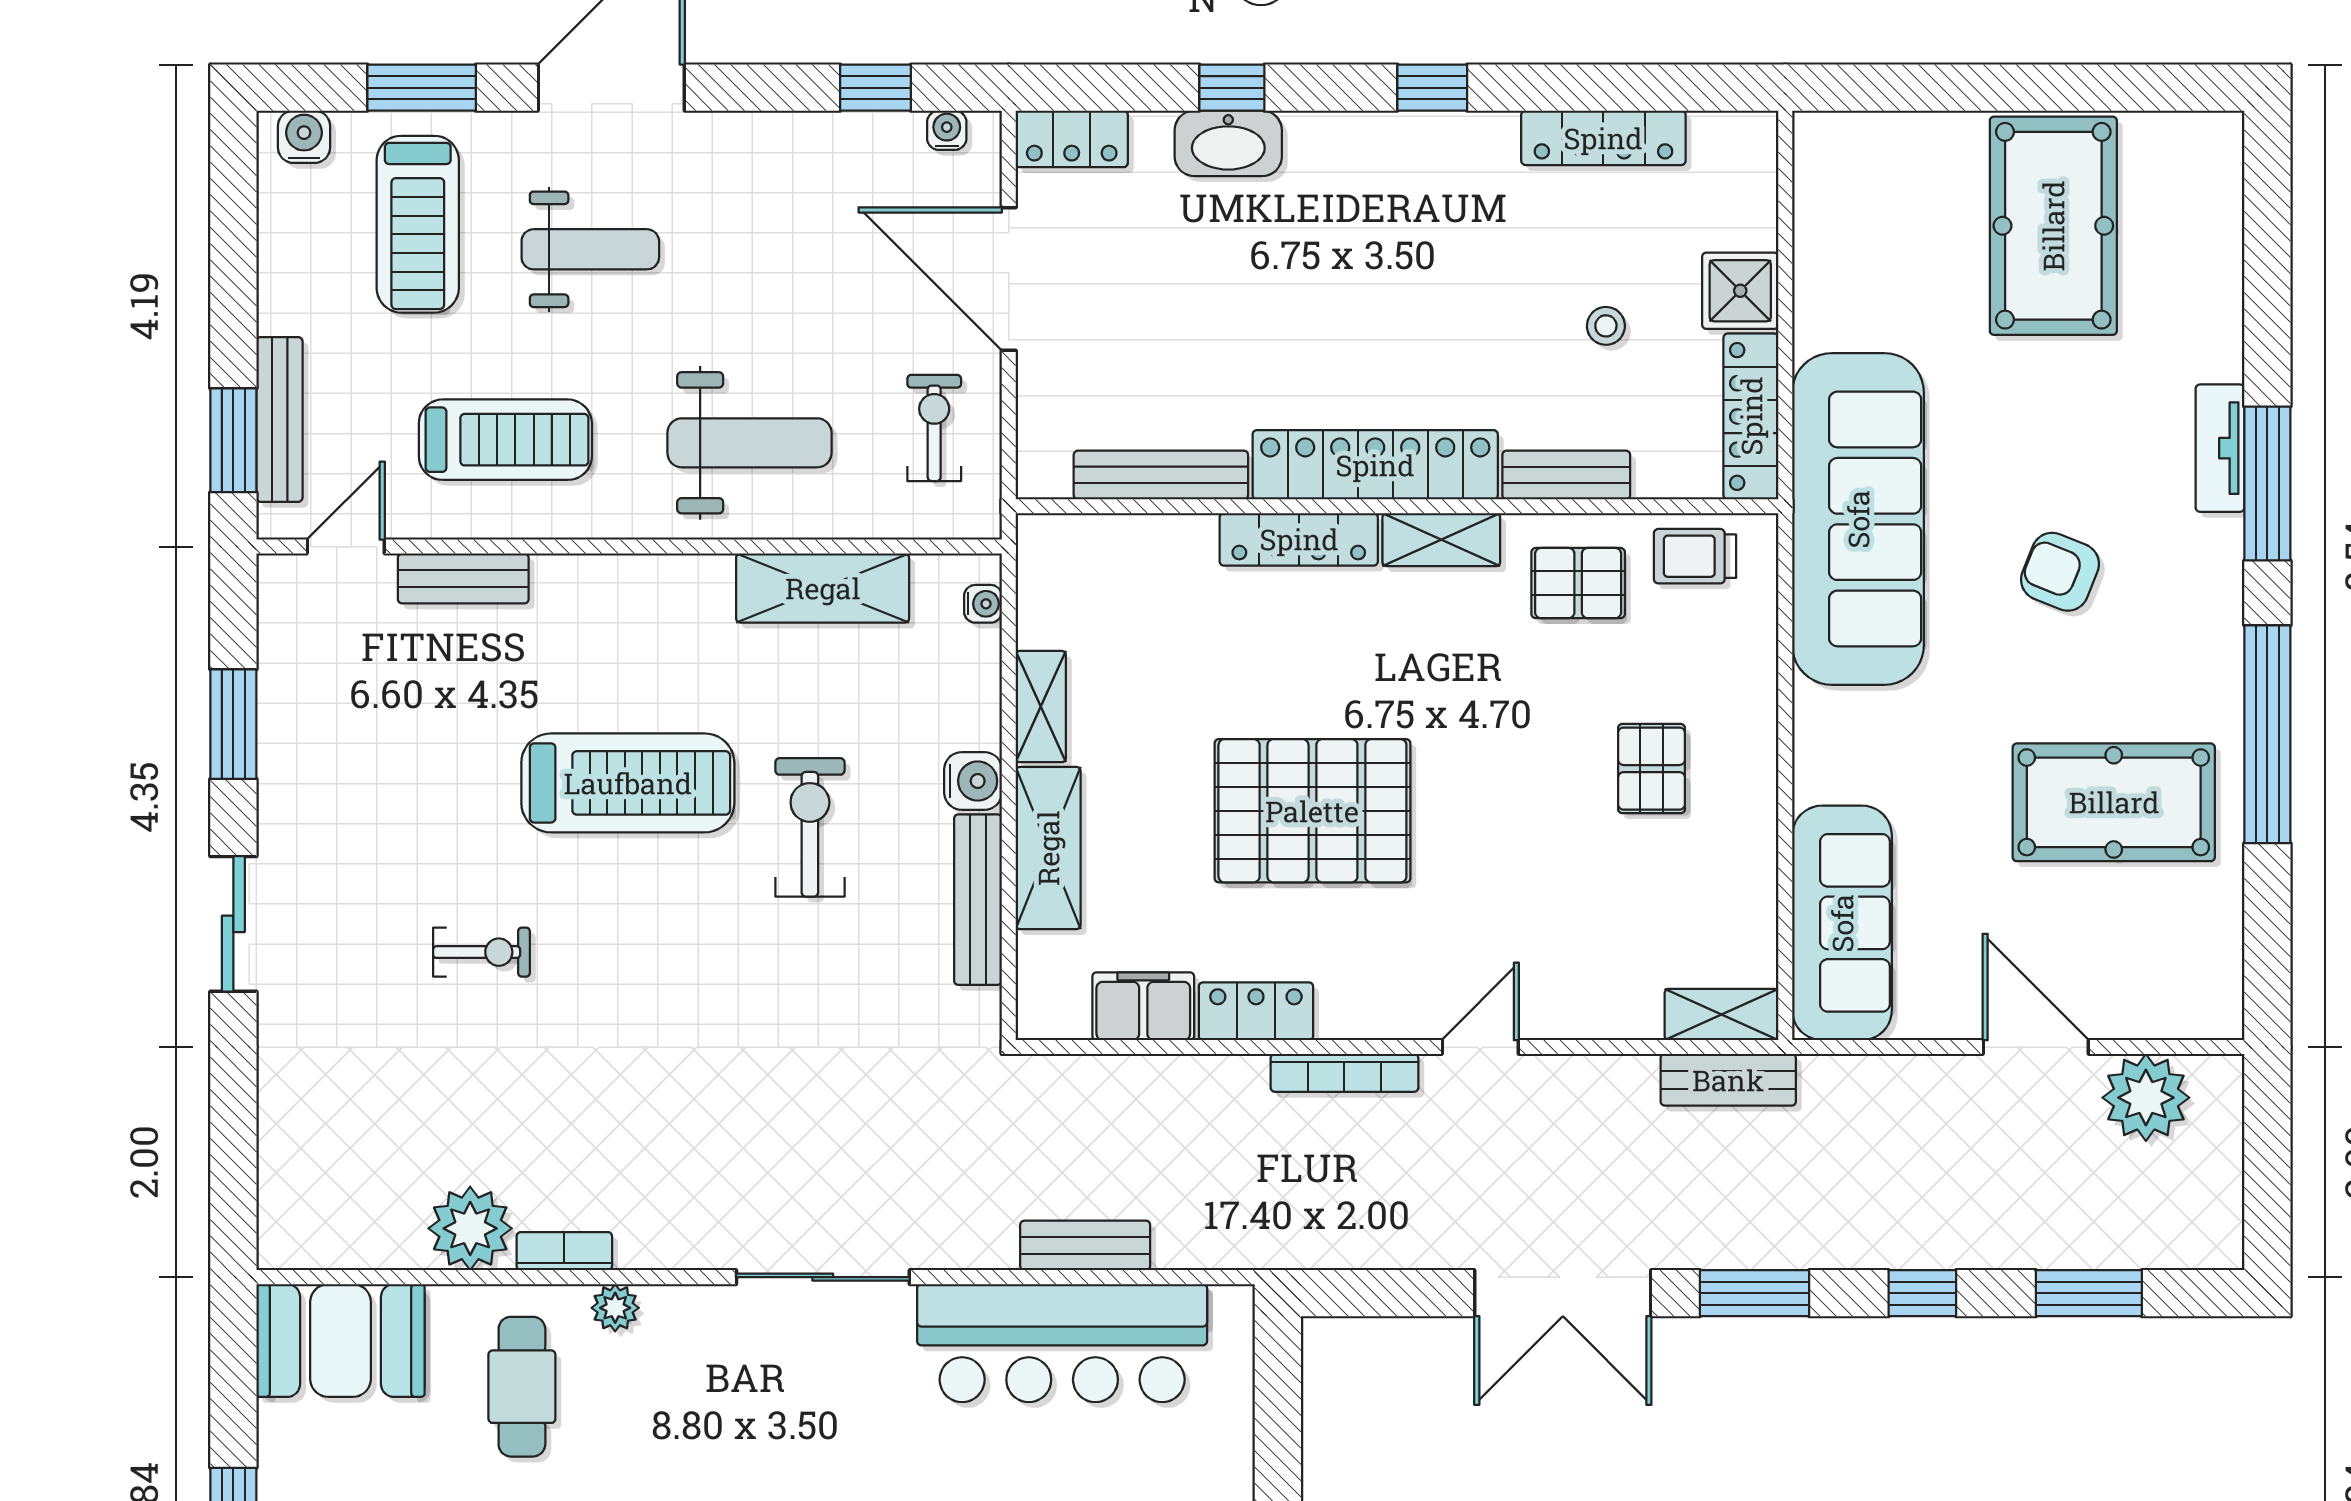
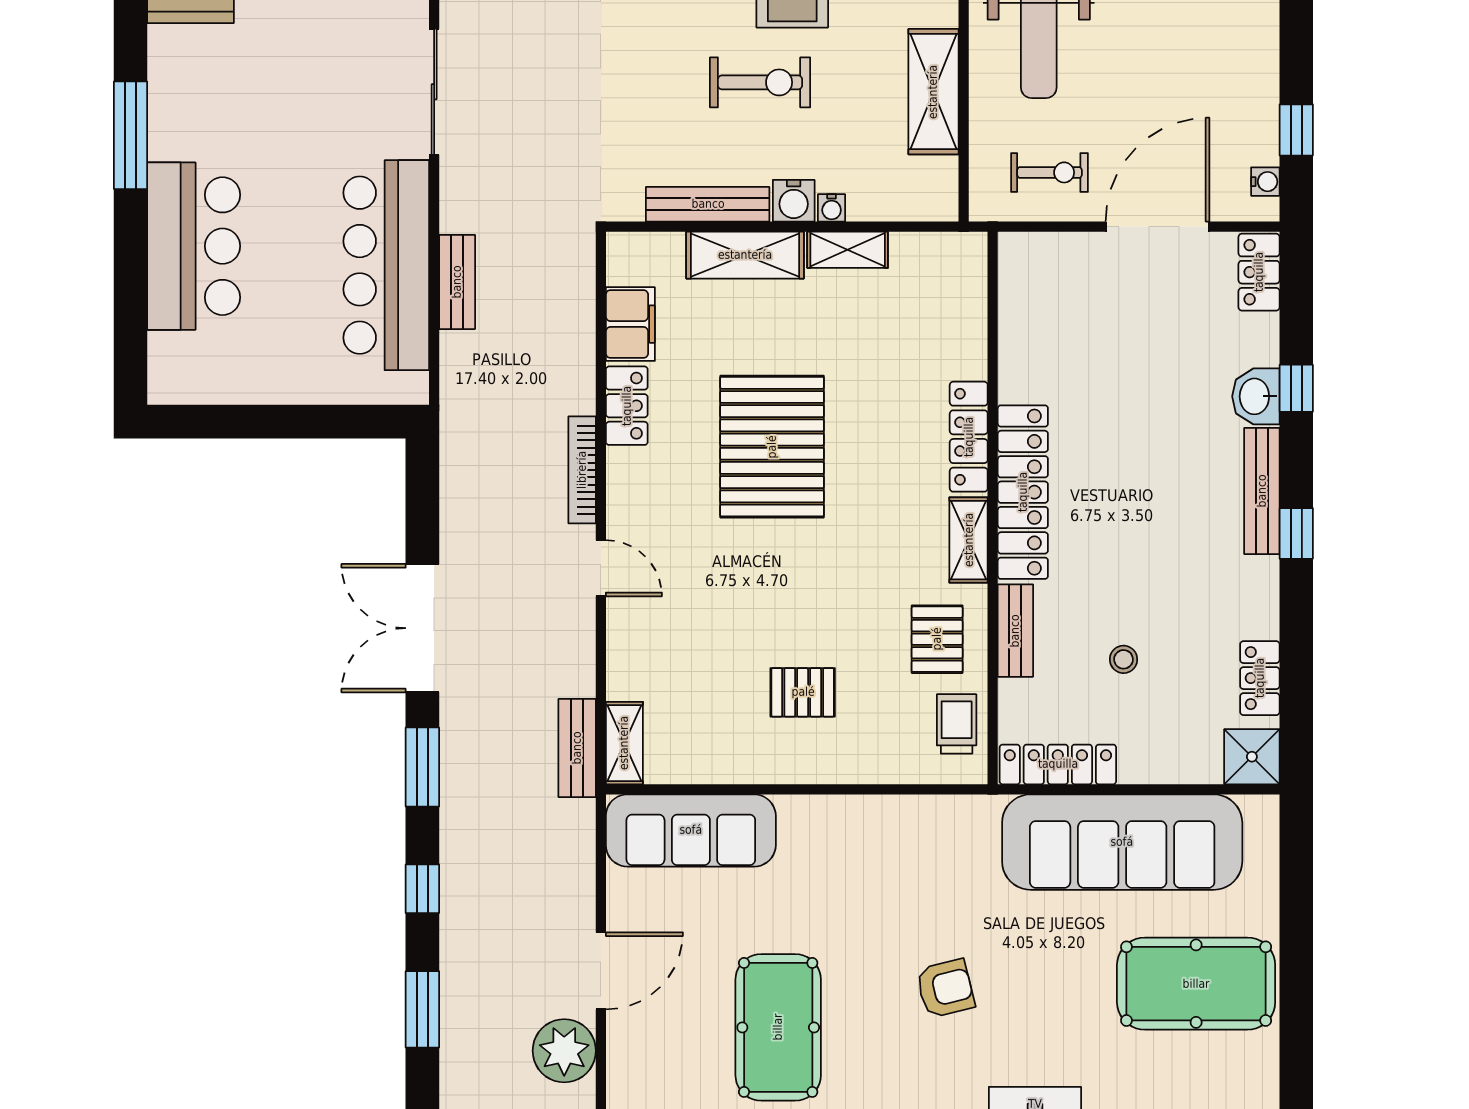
locker: (1603, 138) -> (1260, 678), width x0.66
washbasin: (1228, 143) -> (1256, 396), width x0.72
shower: (1740, 291) -> (1252, 757), moved
bench: (1161, 475) -> (1262, 491), moved
sofa: (1858, 519) -> (1122, 842), moved
armchair: (2060, 572) -> (945, 988), turned 54
water cooler: (983, 604) -> (832, 208), moved

